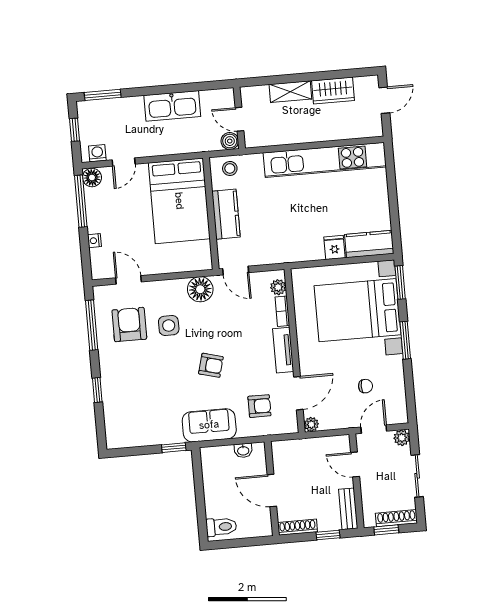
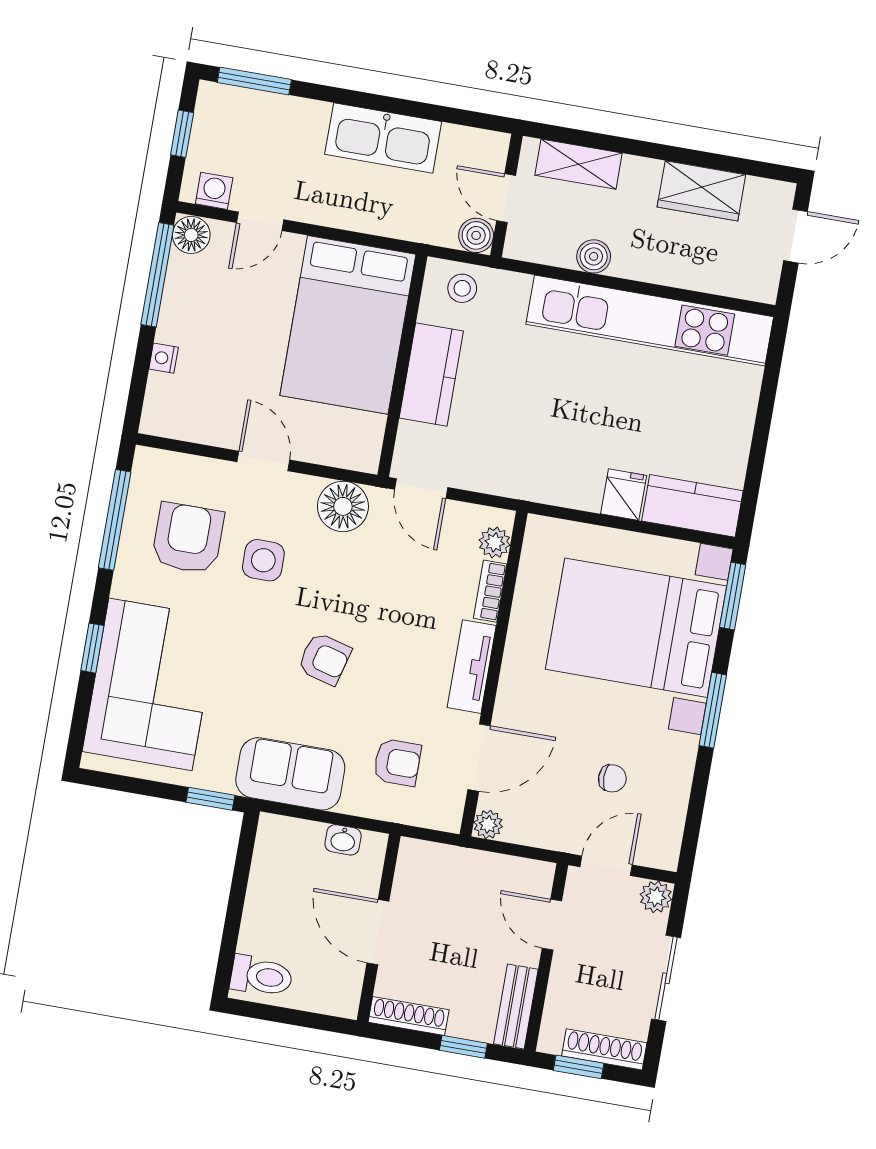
shelving: (290, 92) -> (578, 164), moved
boiler: (289, 136) -> (594, 256), added
door: (128, 280) -> (263, 461), moved
corner sofa: (130, 400) -> (150, 684), added

